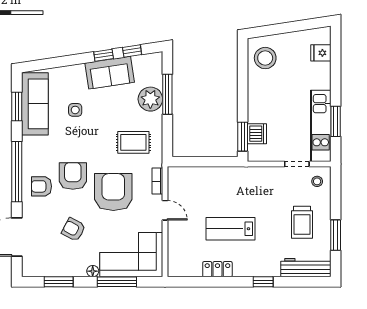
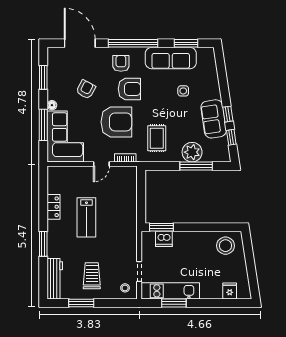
sofa: (35, 104) -> (171, 58), moved
trolley: (302, 222) -> (92, 276), turned 90
lab bench: (230, 229) -> (86, 217), turned 180
window: (263, 282) -> (43, 244), width x1.50

